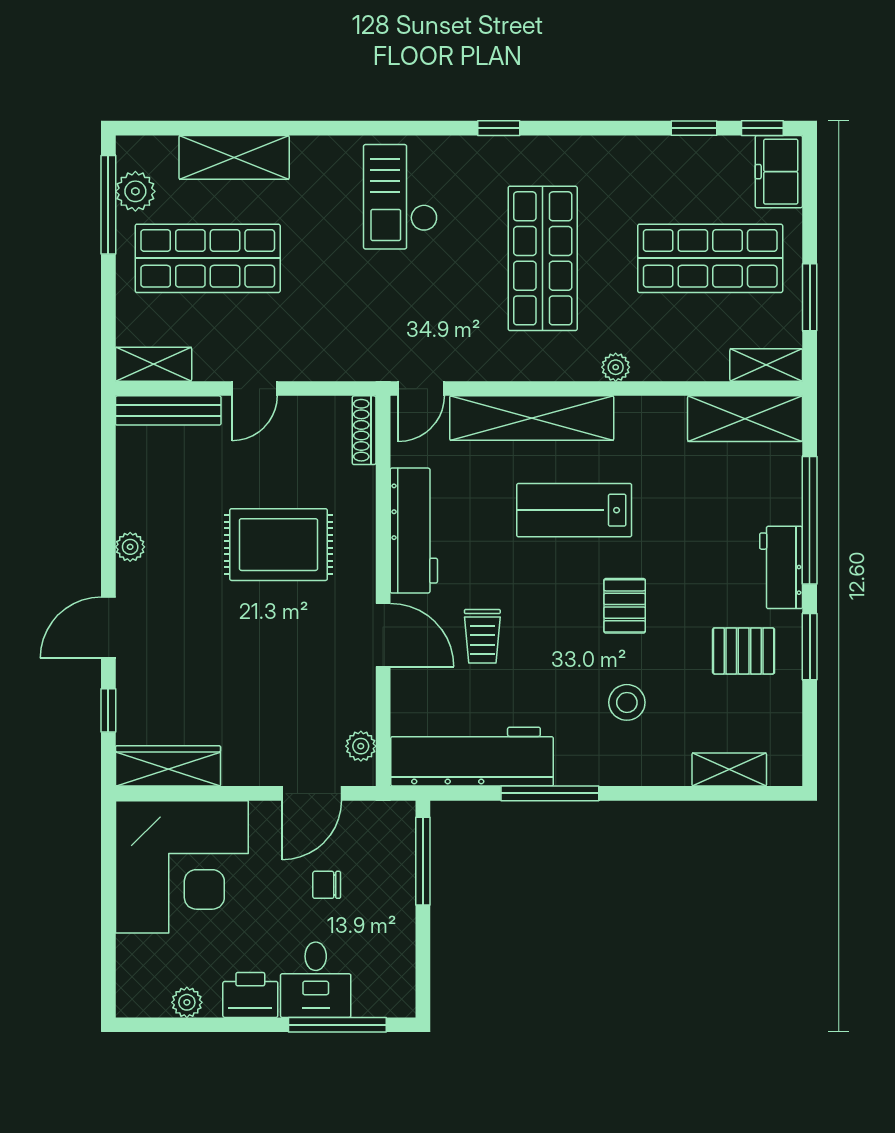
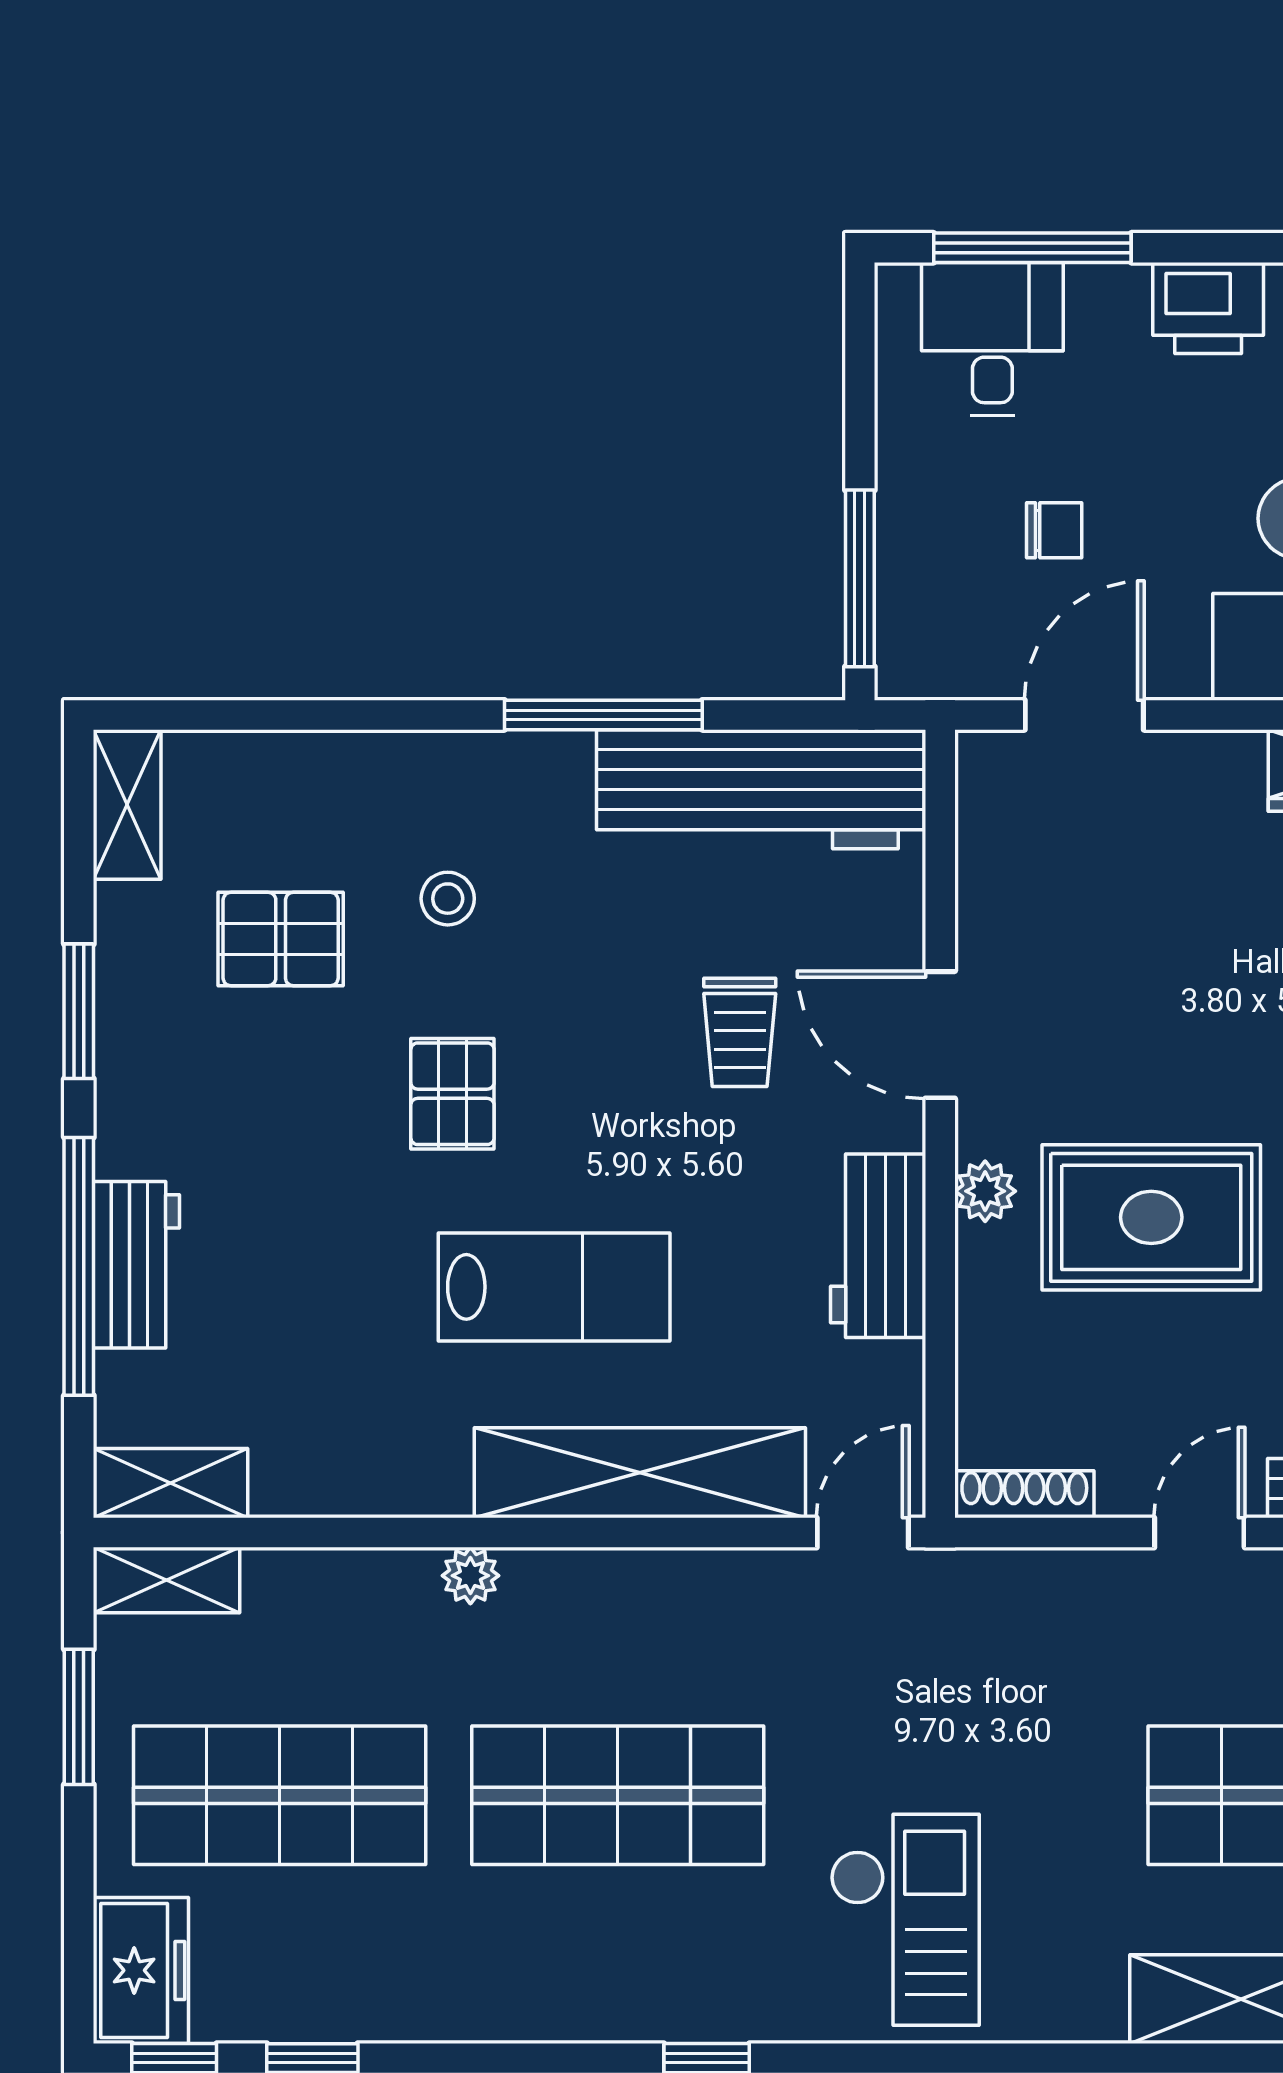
shop shelf: (543, 258) -> (618, 1795), turned 90
shelving: (745, 419) -> (171, 1483), width x0.67, depth x0.75
shoe rack: (364, 430) -> (1024, 1494), moved, turned -90
workbench: (414, 531) -> (878, 1246), width x0.73
workbench: (781, 567) -> (136, 1265), moved
trolley: (482, 636) -> (740, 1032), turned 180
pallet: (744, 651) -> (281, 939), moved
stool: (627, 702) -> (448, 899), width x0.73, depth x0.73
plant: (361, 746) -> (985, 1191), moved
shelving: (729, 769) -> (127, 805), moved, turned 90
desk: (316, 980) -> (992, 339), moved

